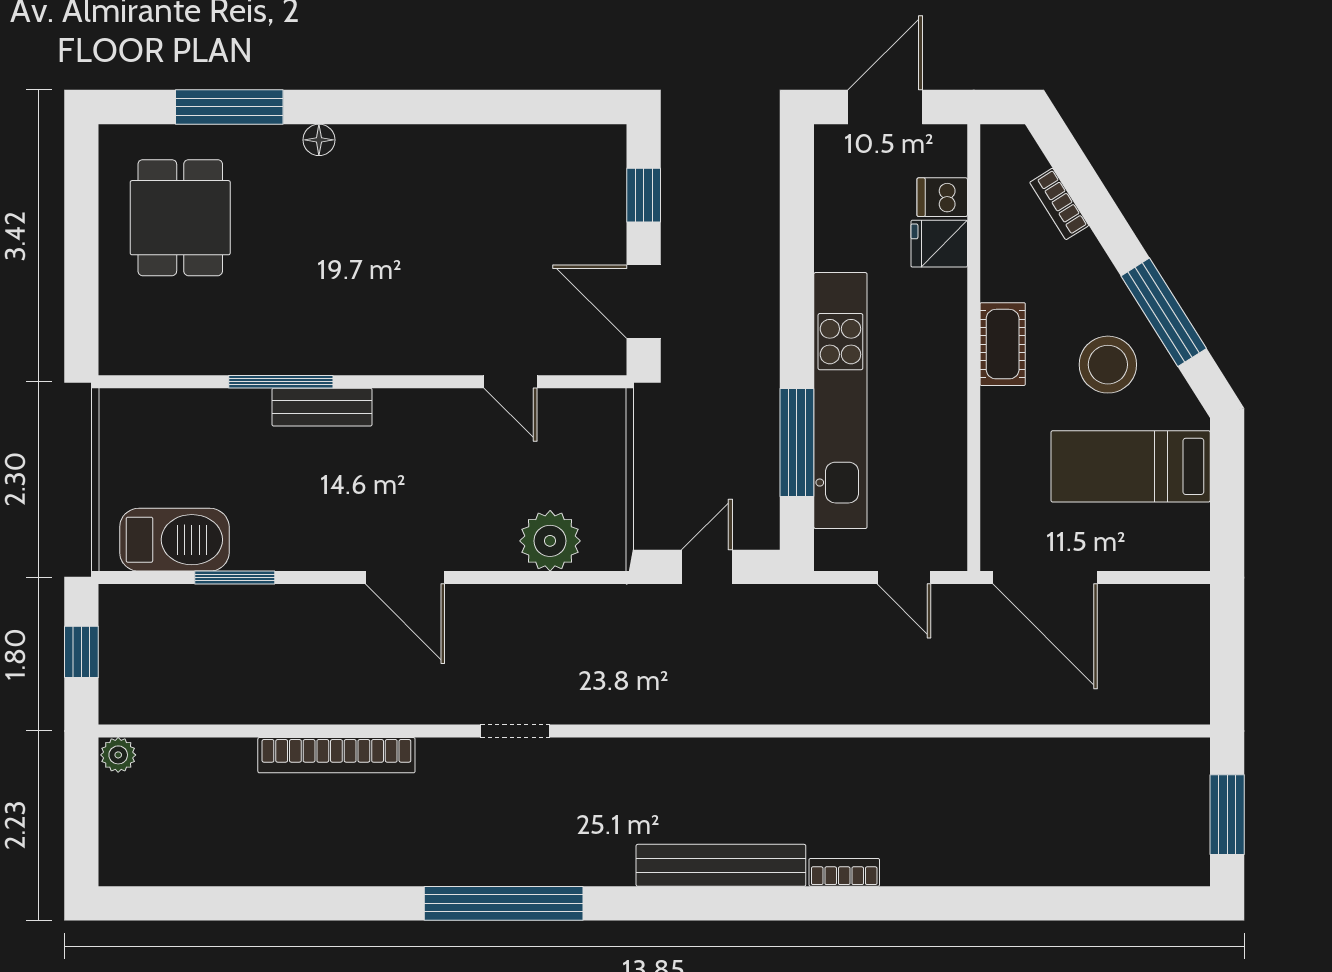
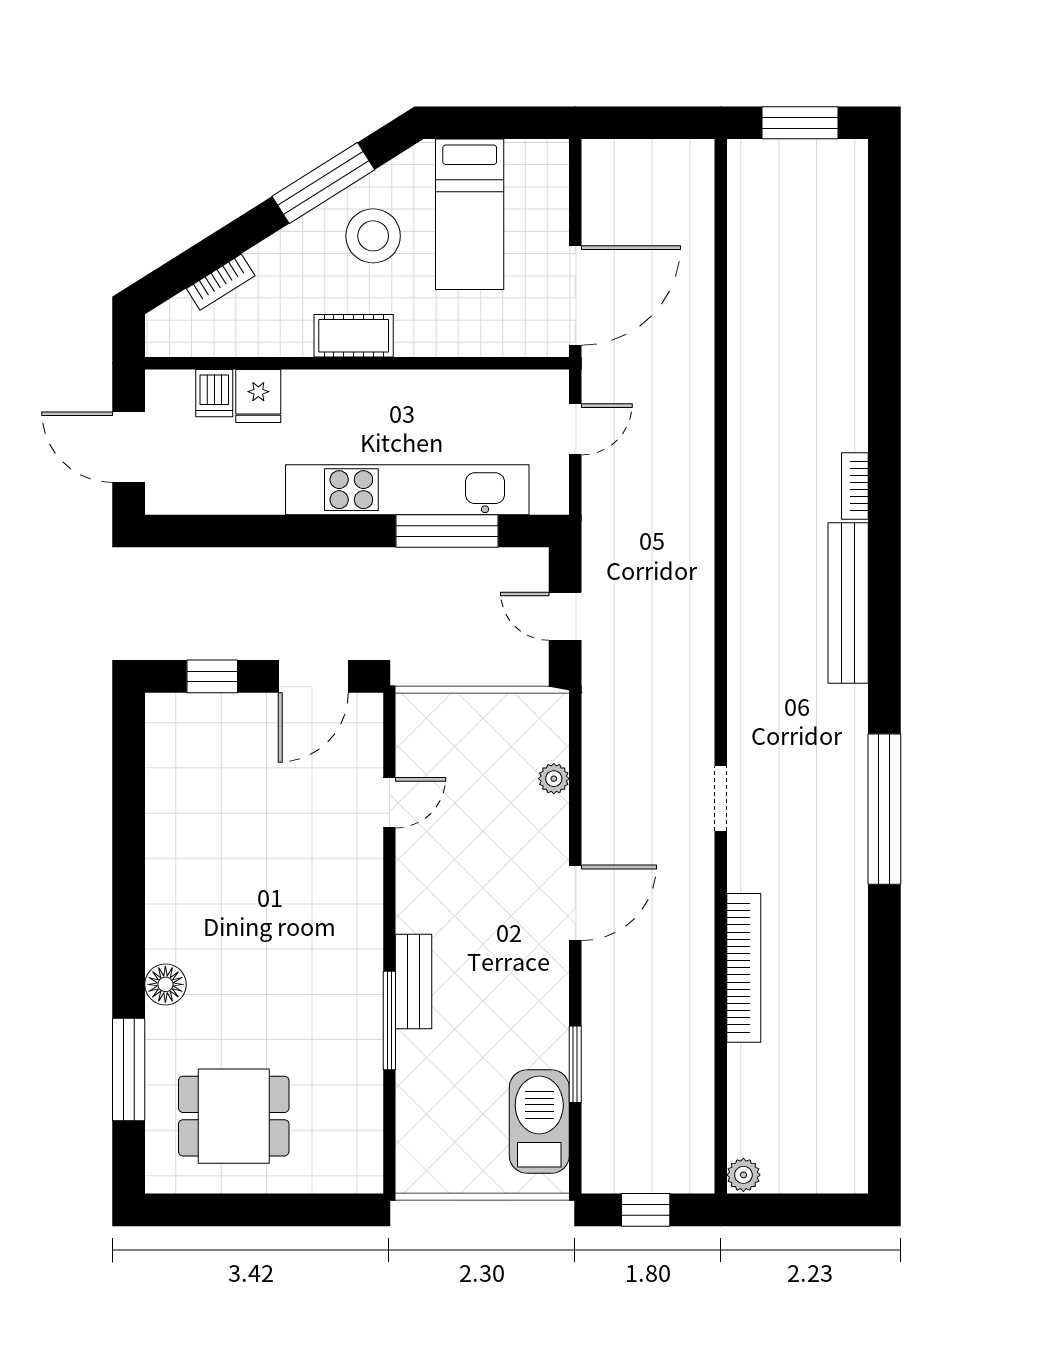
floor lamp: (319, 140) -> (165, 984), width x1.37, depth x1.37
plant: (550, 541) -> (554, 779), width x0.53, depth x0.53

